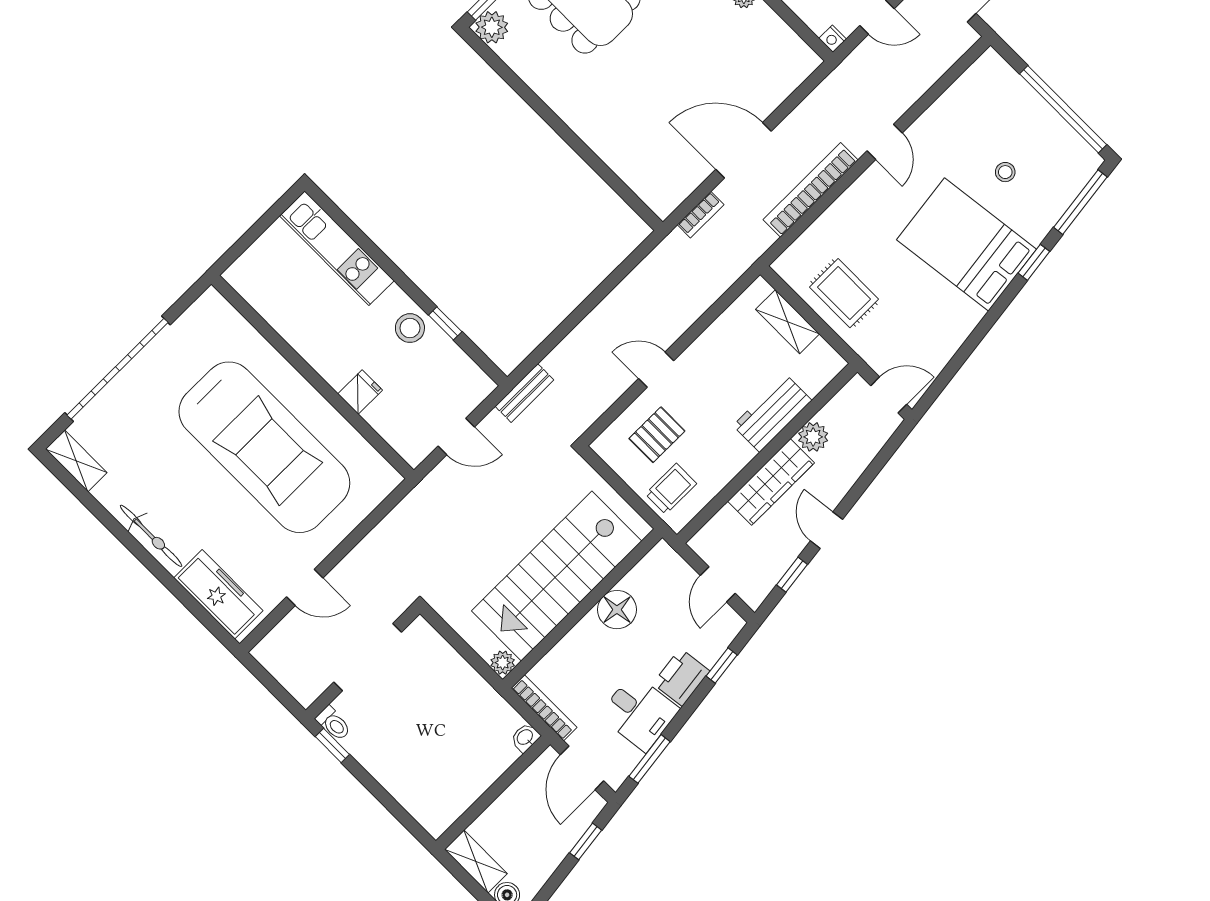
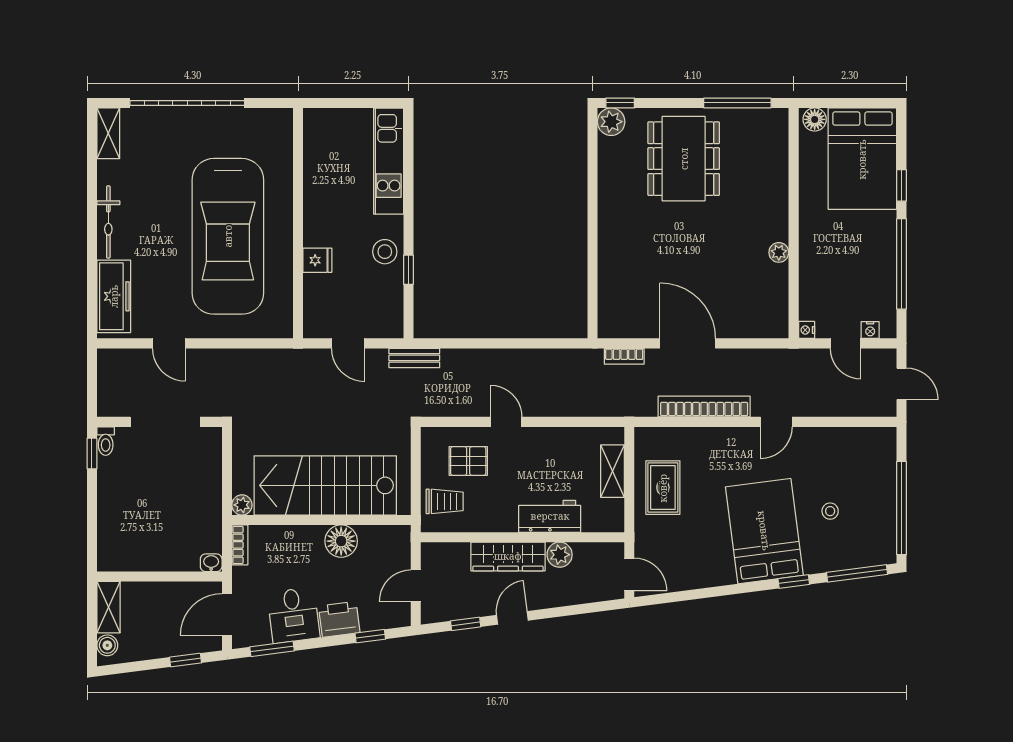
bookcase: (544, 708) -> (240, 545), width x0.64

